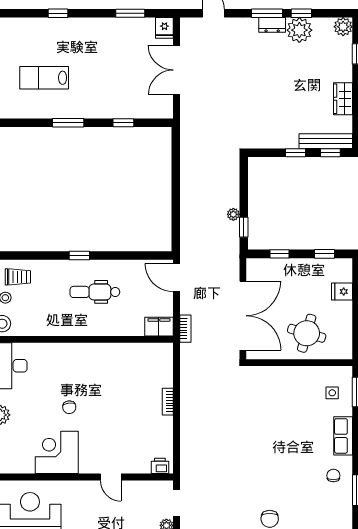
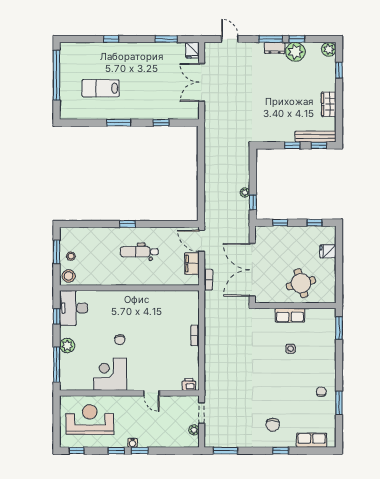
trolley: (18, 277) -> (81, 240), removed
double door: (243, 316) -> (252, 270), swing flipped
filing cabinet: (159, 327) -> (192, 263), moved, turned -90
round table: (307, 333) -> (301, 283), turned -31
side table: (332, 393) -> (290, 349), moved
row of seats: (343, 436) -> (290, 315), moved, turned -90

